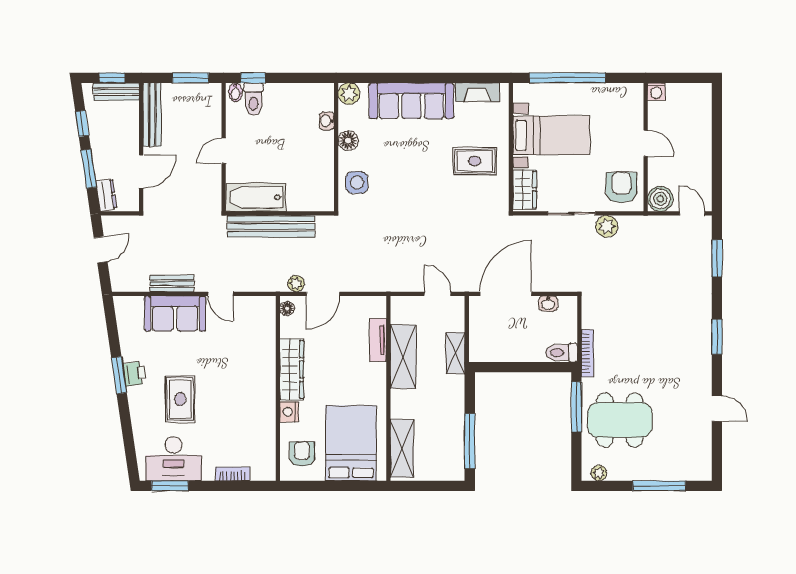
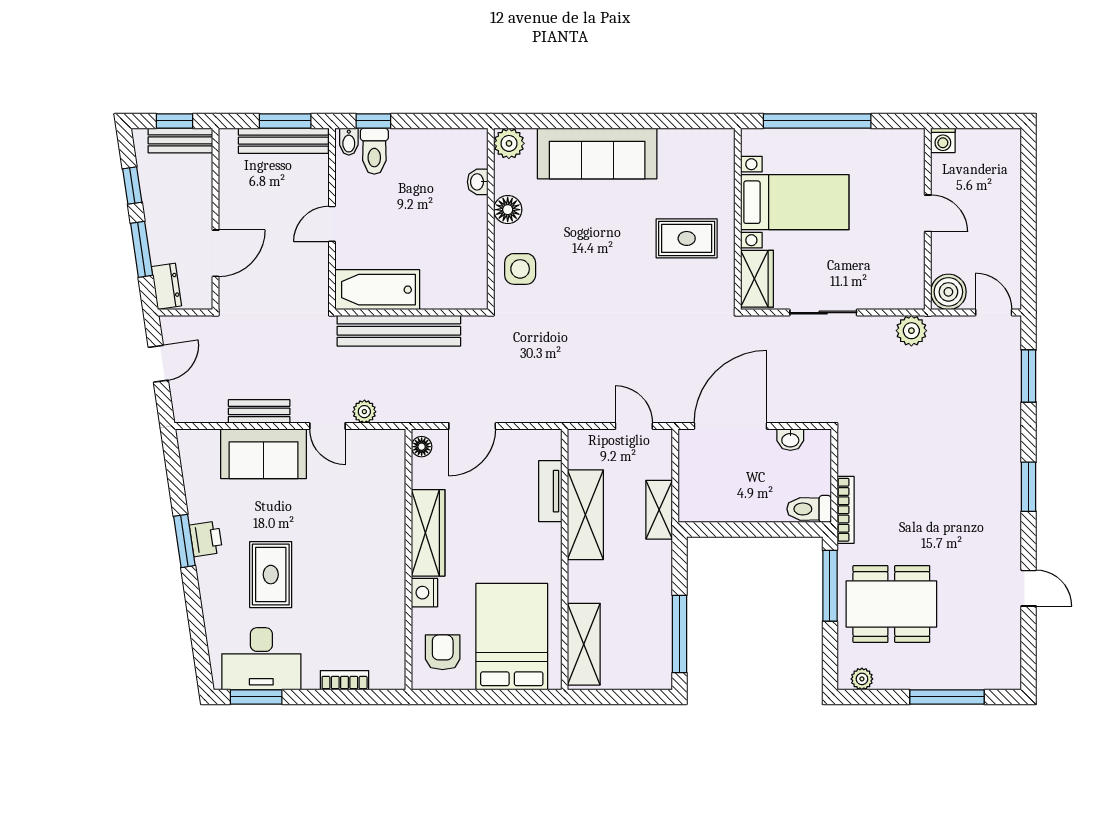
fireplace: (477, 92) -> (690, 141), removed
bench: (152, 115) -> (283, 141), moved, turned 90
armchair: (621, 187) -> (893, 276), removed
plant: (607, 226) -> (911, 331), moved
plant: (296, 284) -> (364, 412), moved

